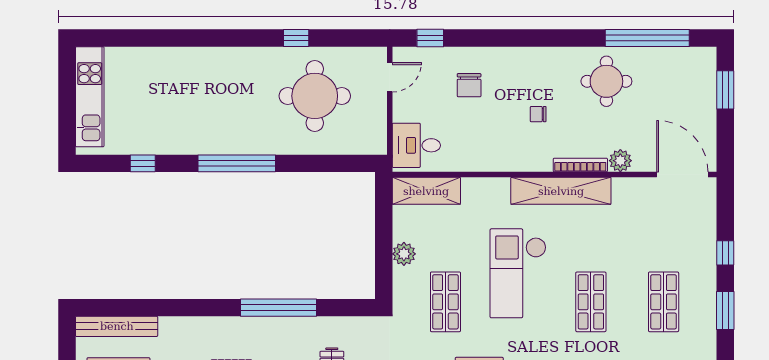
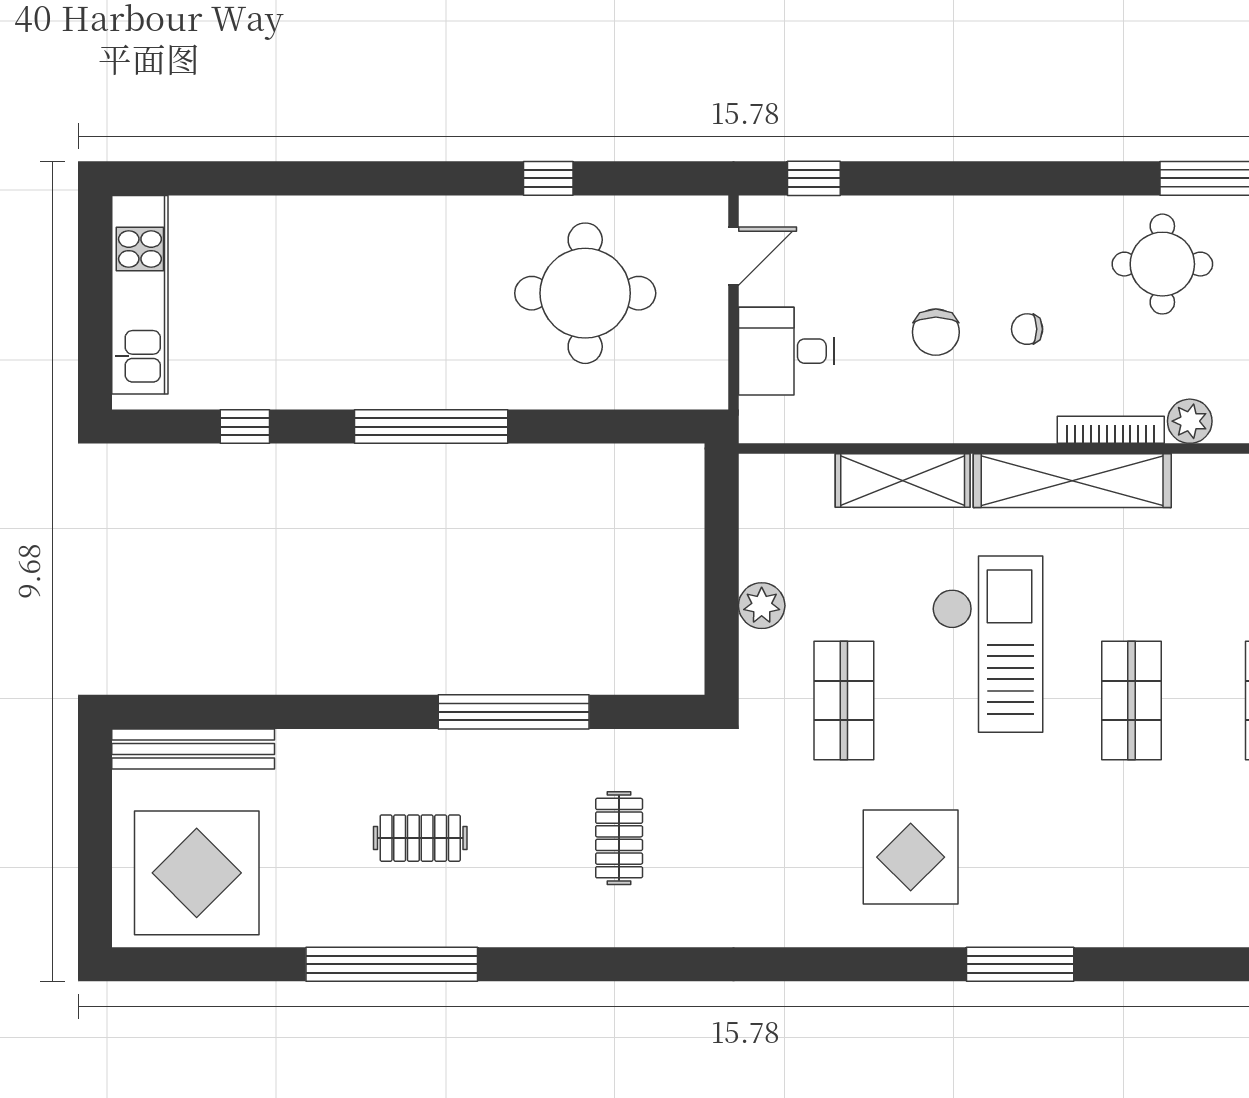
chair: (469, 85) -> (936, 332), moved
desk: (416, 145) -> (786, 351), moved
shelving: (426, 191) -> (903, 481), moved
checkout: (518, 273) -> (987, 644), turned 180

